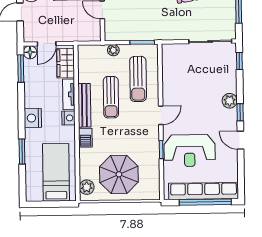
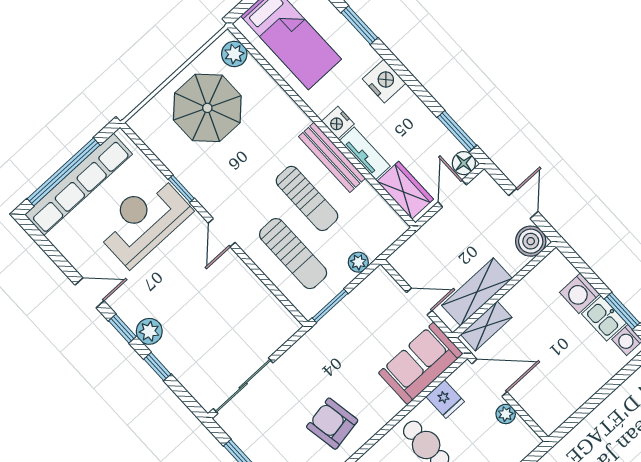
window: (239, 61) -> (157, 367), moved
sun lounger: (138, 79) -> (293, 254), turned 180
sun lounger: (111, 97) -> (307, 198), turned 180
barbecue: (85, 138) -> (293, 116), removed

